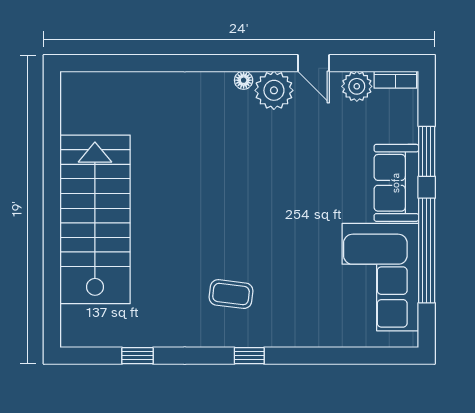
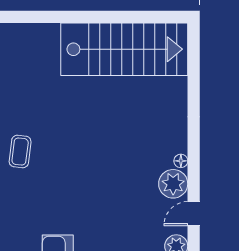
stairs: (95, 219) -> (124, 49), moved

